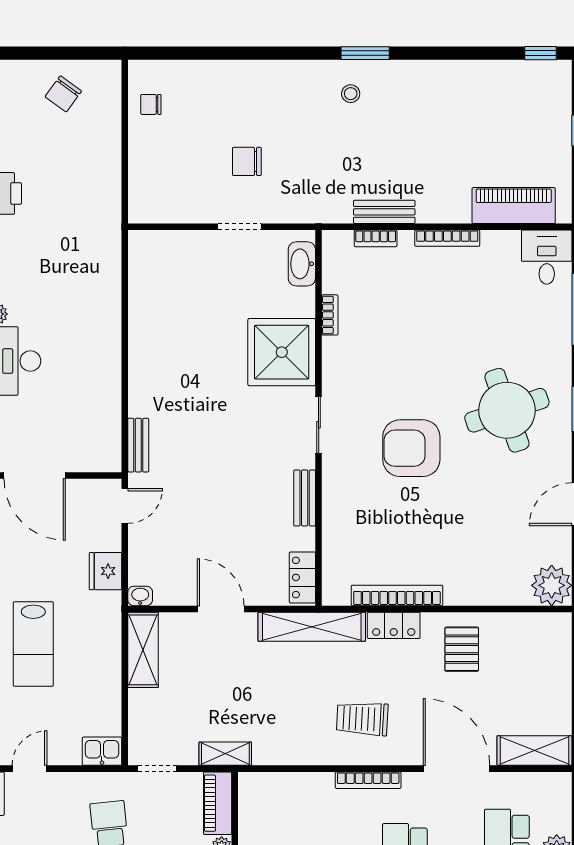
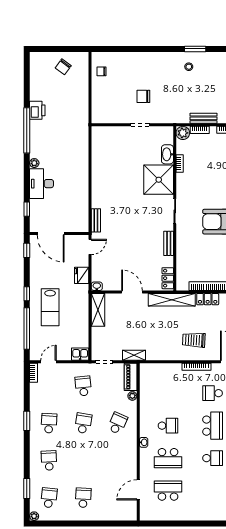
plant: (337, 245) -> (183, 133), added
washbasin: (302, 264) -> (167, 154), moved

